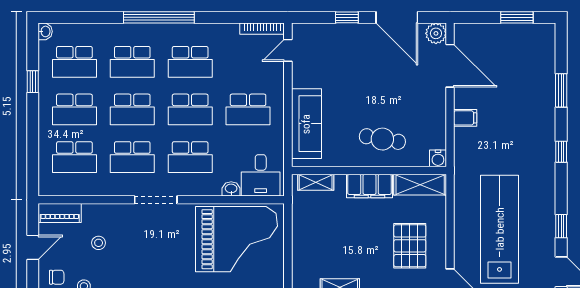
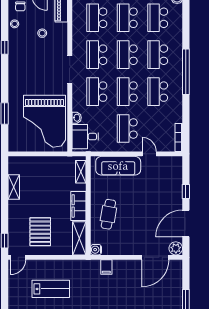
door: (288, 50) -> (149, 154), moved
filing cabinet: (465, 118) -> (106, 267), moved
lab bench: (500, 229) -> (51, 289), width x0.54, depth x0.72
pallet: (410, 246) -> (40, 232), turned 90

